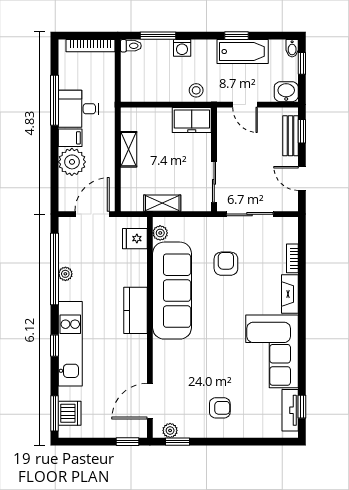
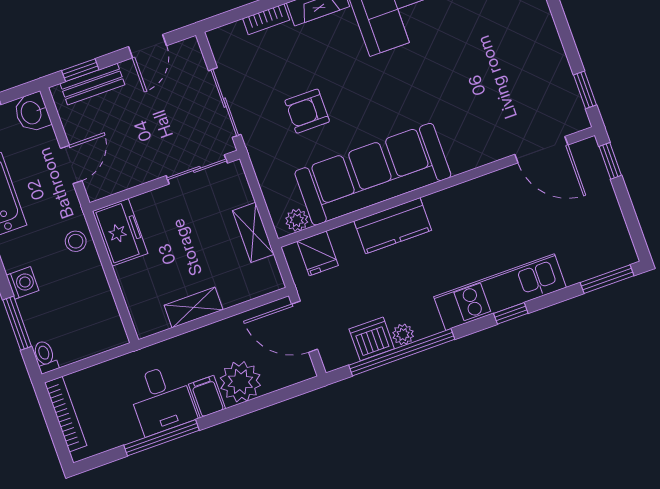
kitchen counter: (135, 310) -> (393, 226), moved
armchair: (220, 408) -> (516, 47), removed
dishwasher: (70, 413) -> (372, 339), moved
plant: (170, 430) -> (573, 106), removed

